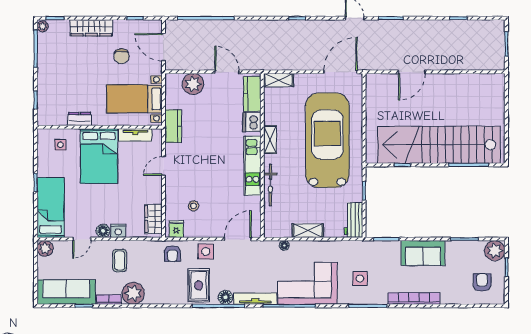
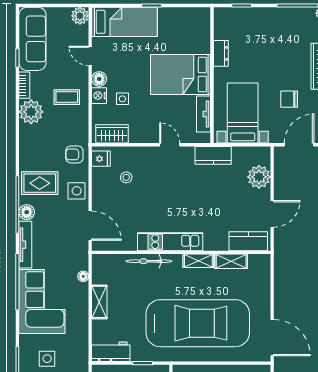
shelving: (279, 80) -> (231, 261), moved, turned 90
dishwasher: (252, 122) -> (217, 241), removed
side table: (60, 145) -> (122, 99), moved

